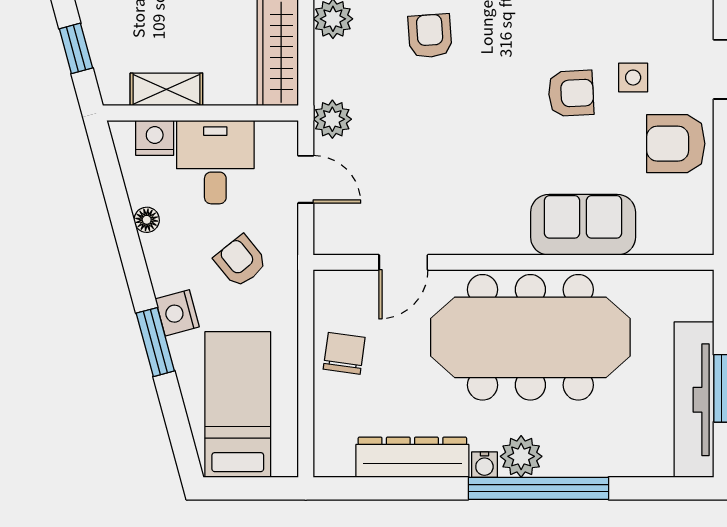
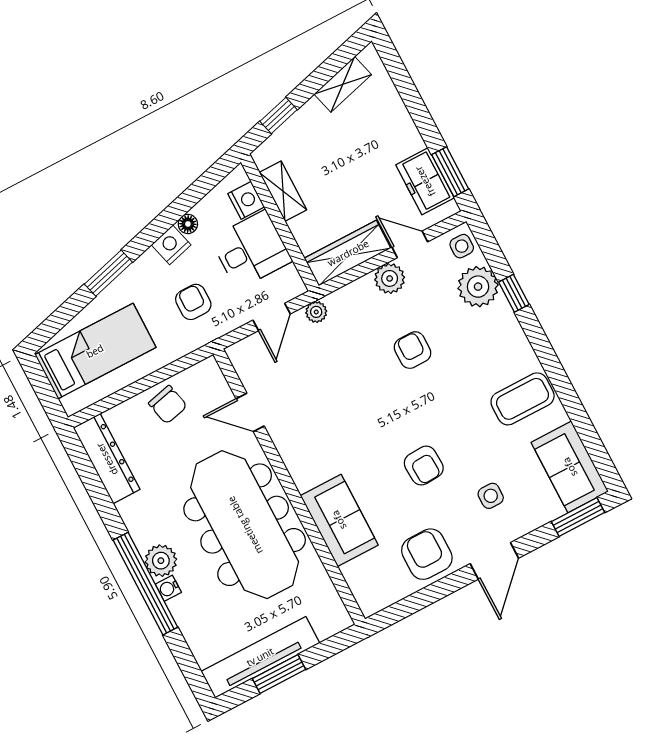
armchair: (430, 36) -> (413, 350), turned -86
side table: (633, 78) -> (491, 496), moved
plant: (332, 119) -> (316, 312), width x0.73, depth x0.73
armchair: (241, 261) -> (193, 302), turned -51
nightstand: (177, 313) -> (171, 245), moved
chair: (344, 353) -> (168, 405), turned 69
dresser: (412, 457) -> (107, 459), moved
water cooler: (484, 465) -> (168, 588), moved

